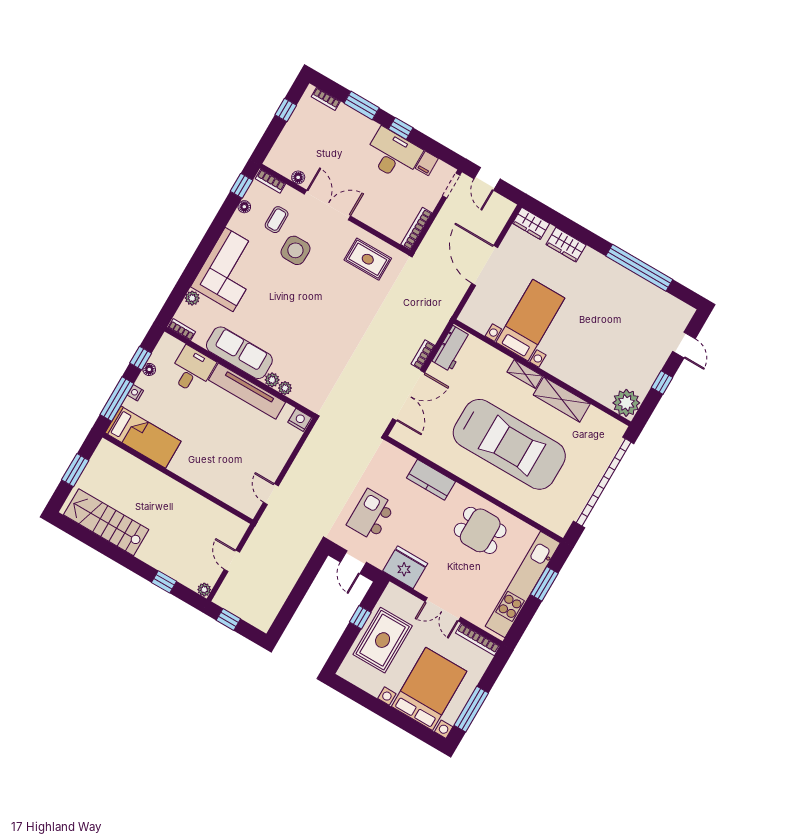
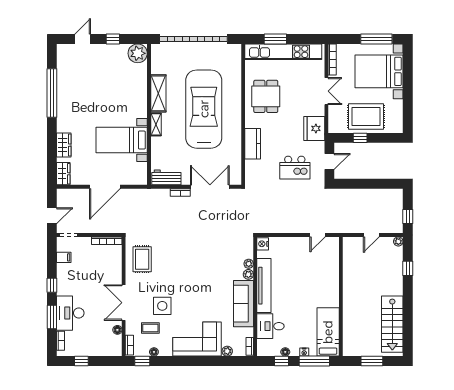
desk: (393, 154) -> (70, 313), moved

